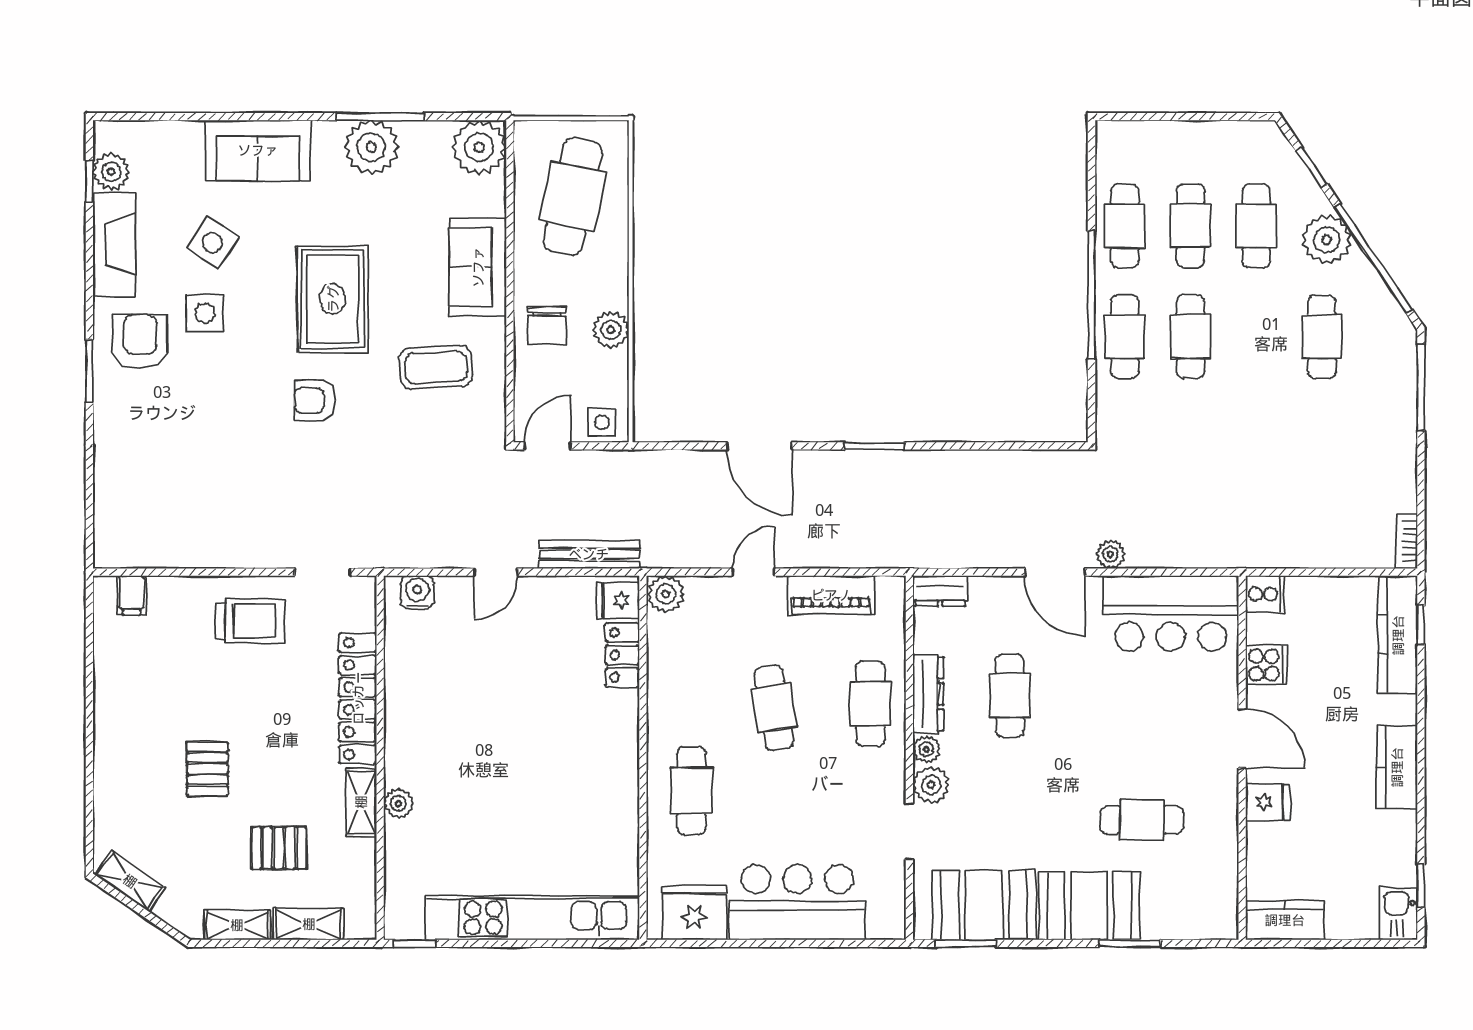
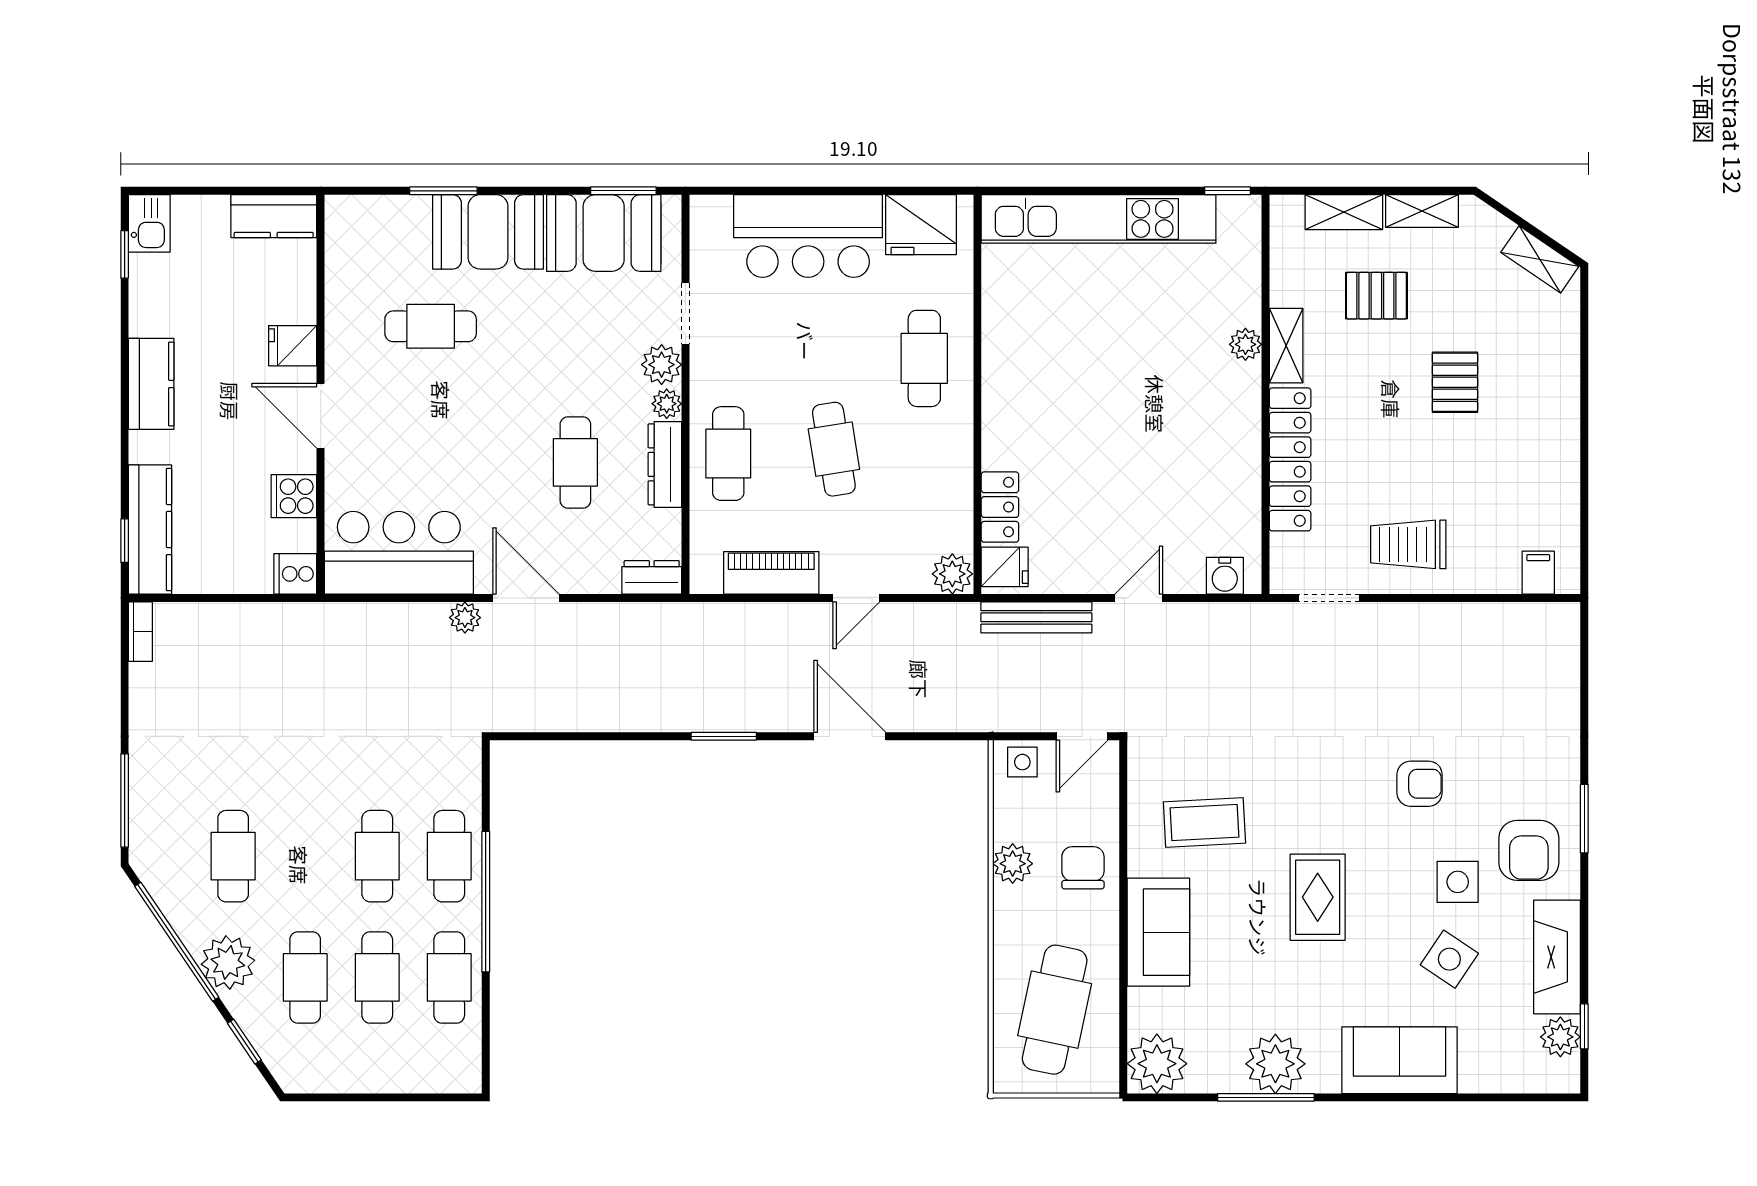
rug: (333, 299) -> (1318, 897), width x0.73, depth x0.70
armchair: (315, 400) -> (1420, 784), moved

